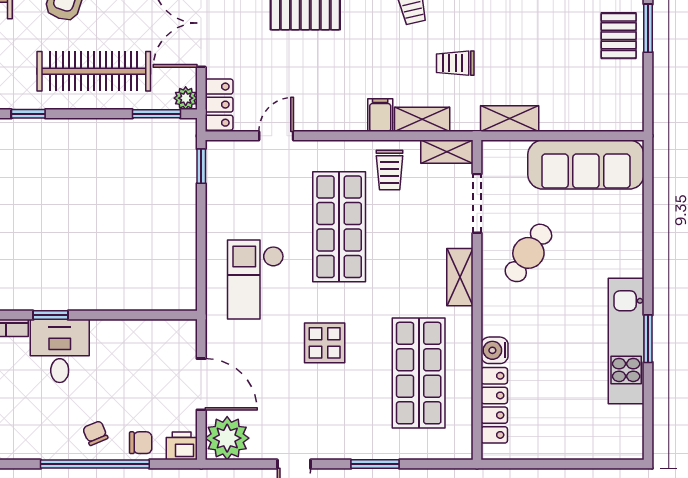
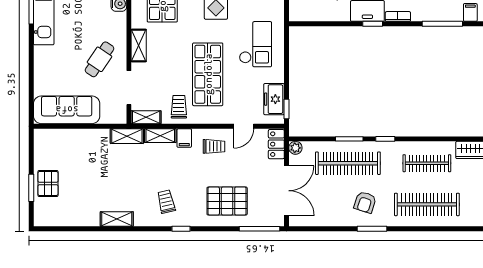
trolley: (455, 63) -> (214, 146), moved
window: (156, 114) -> (349, 139), moved
shelving: (510, 119) -> (127, 136), moved
freezer: (223, 183) -> (274, 99), added

